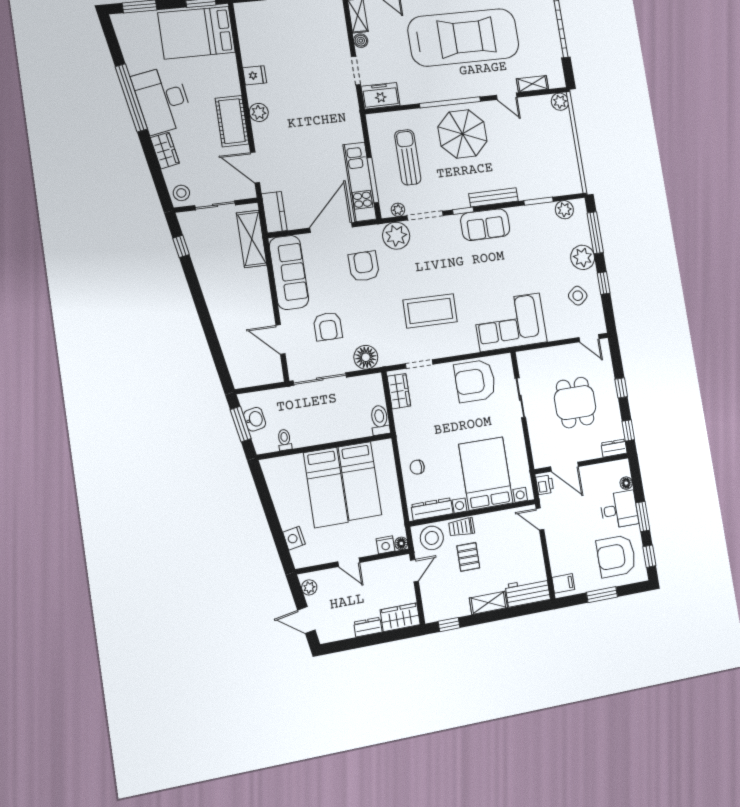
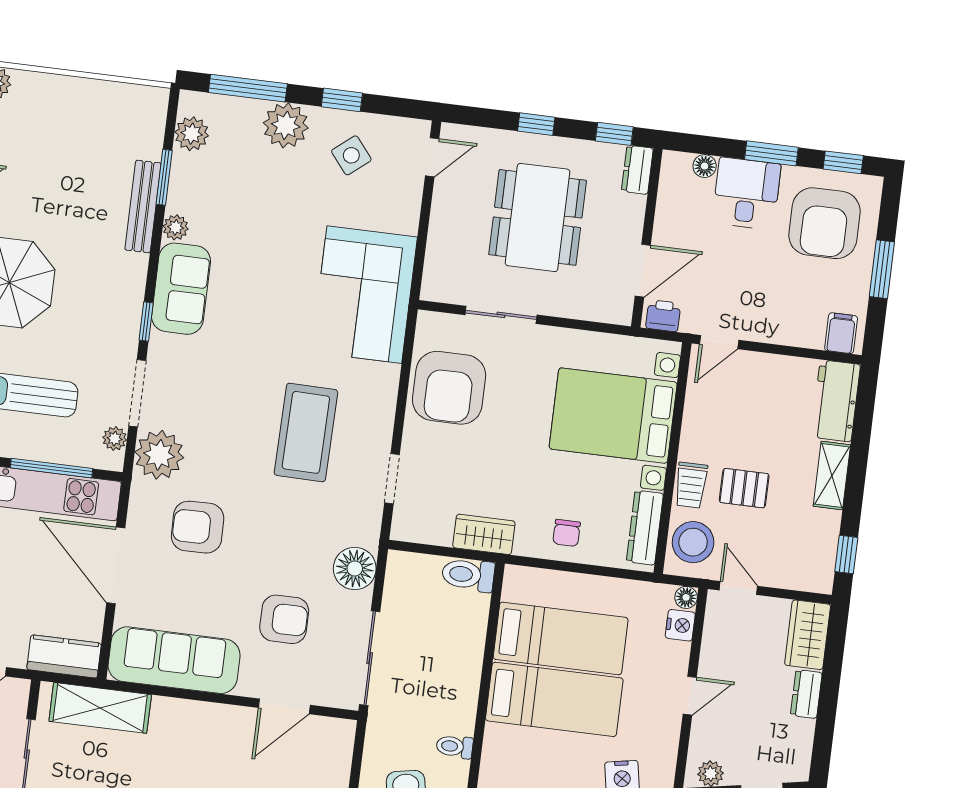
bench: (494, 197) -> (143, 206), moved
plant: (515, 214) -> (176, 227), added
wardrobe: (399, 391) -> (484, 534), moved
dining table: (575, 403) -> (538, 217), width x1.38

